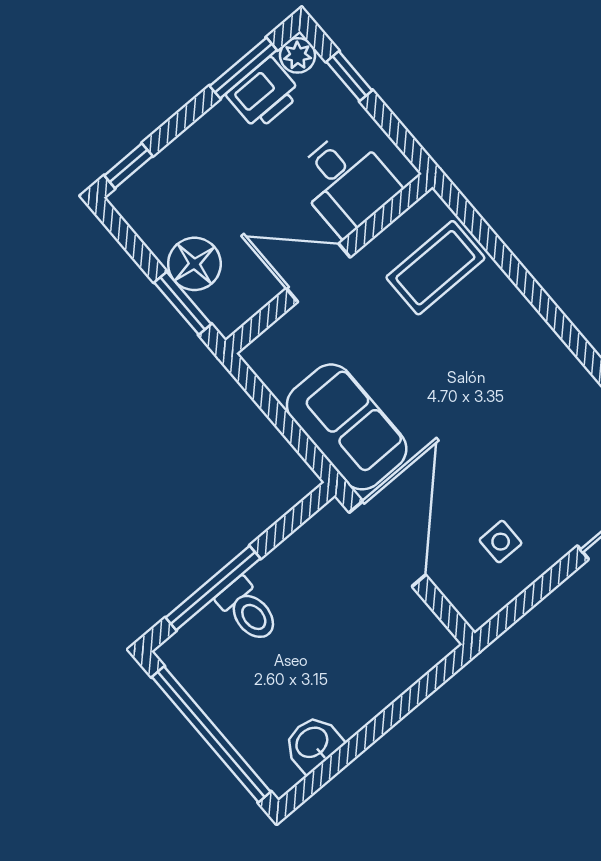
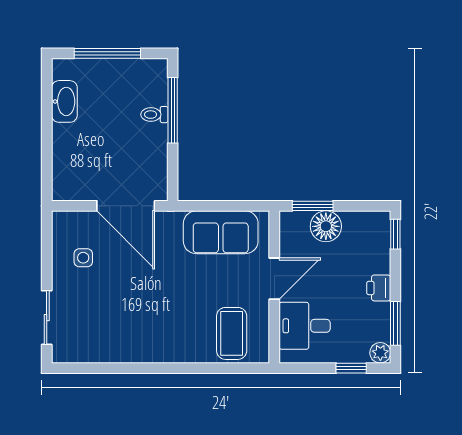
printer: (264, 94) -> (379, 288), moved, width x0.73, depth x0.81
sofa: (347, 427) -> (221, 232), moved
toilet: (248, 610) -> (154, 115), width x0.73, depth x0.72
window: (211, 734) -> (107, 53), width x0.68
washbasin: (313, 743) -> (64, 101), width x1.38

